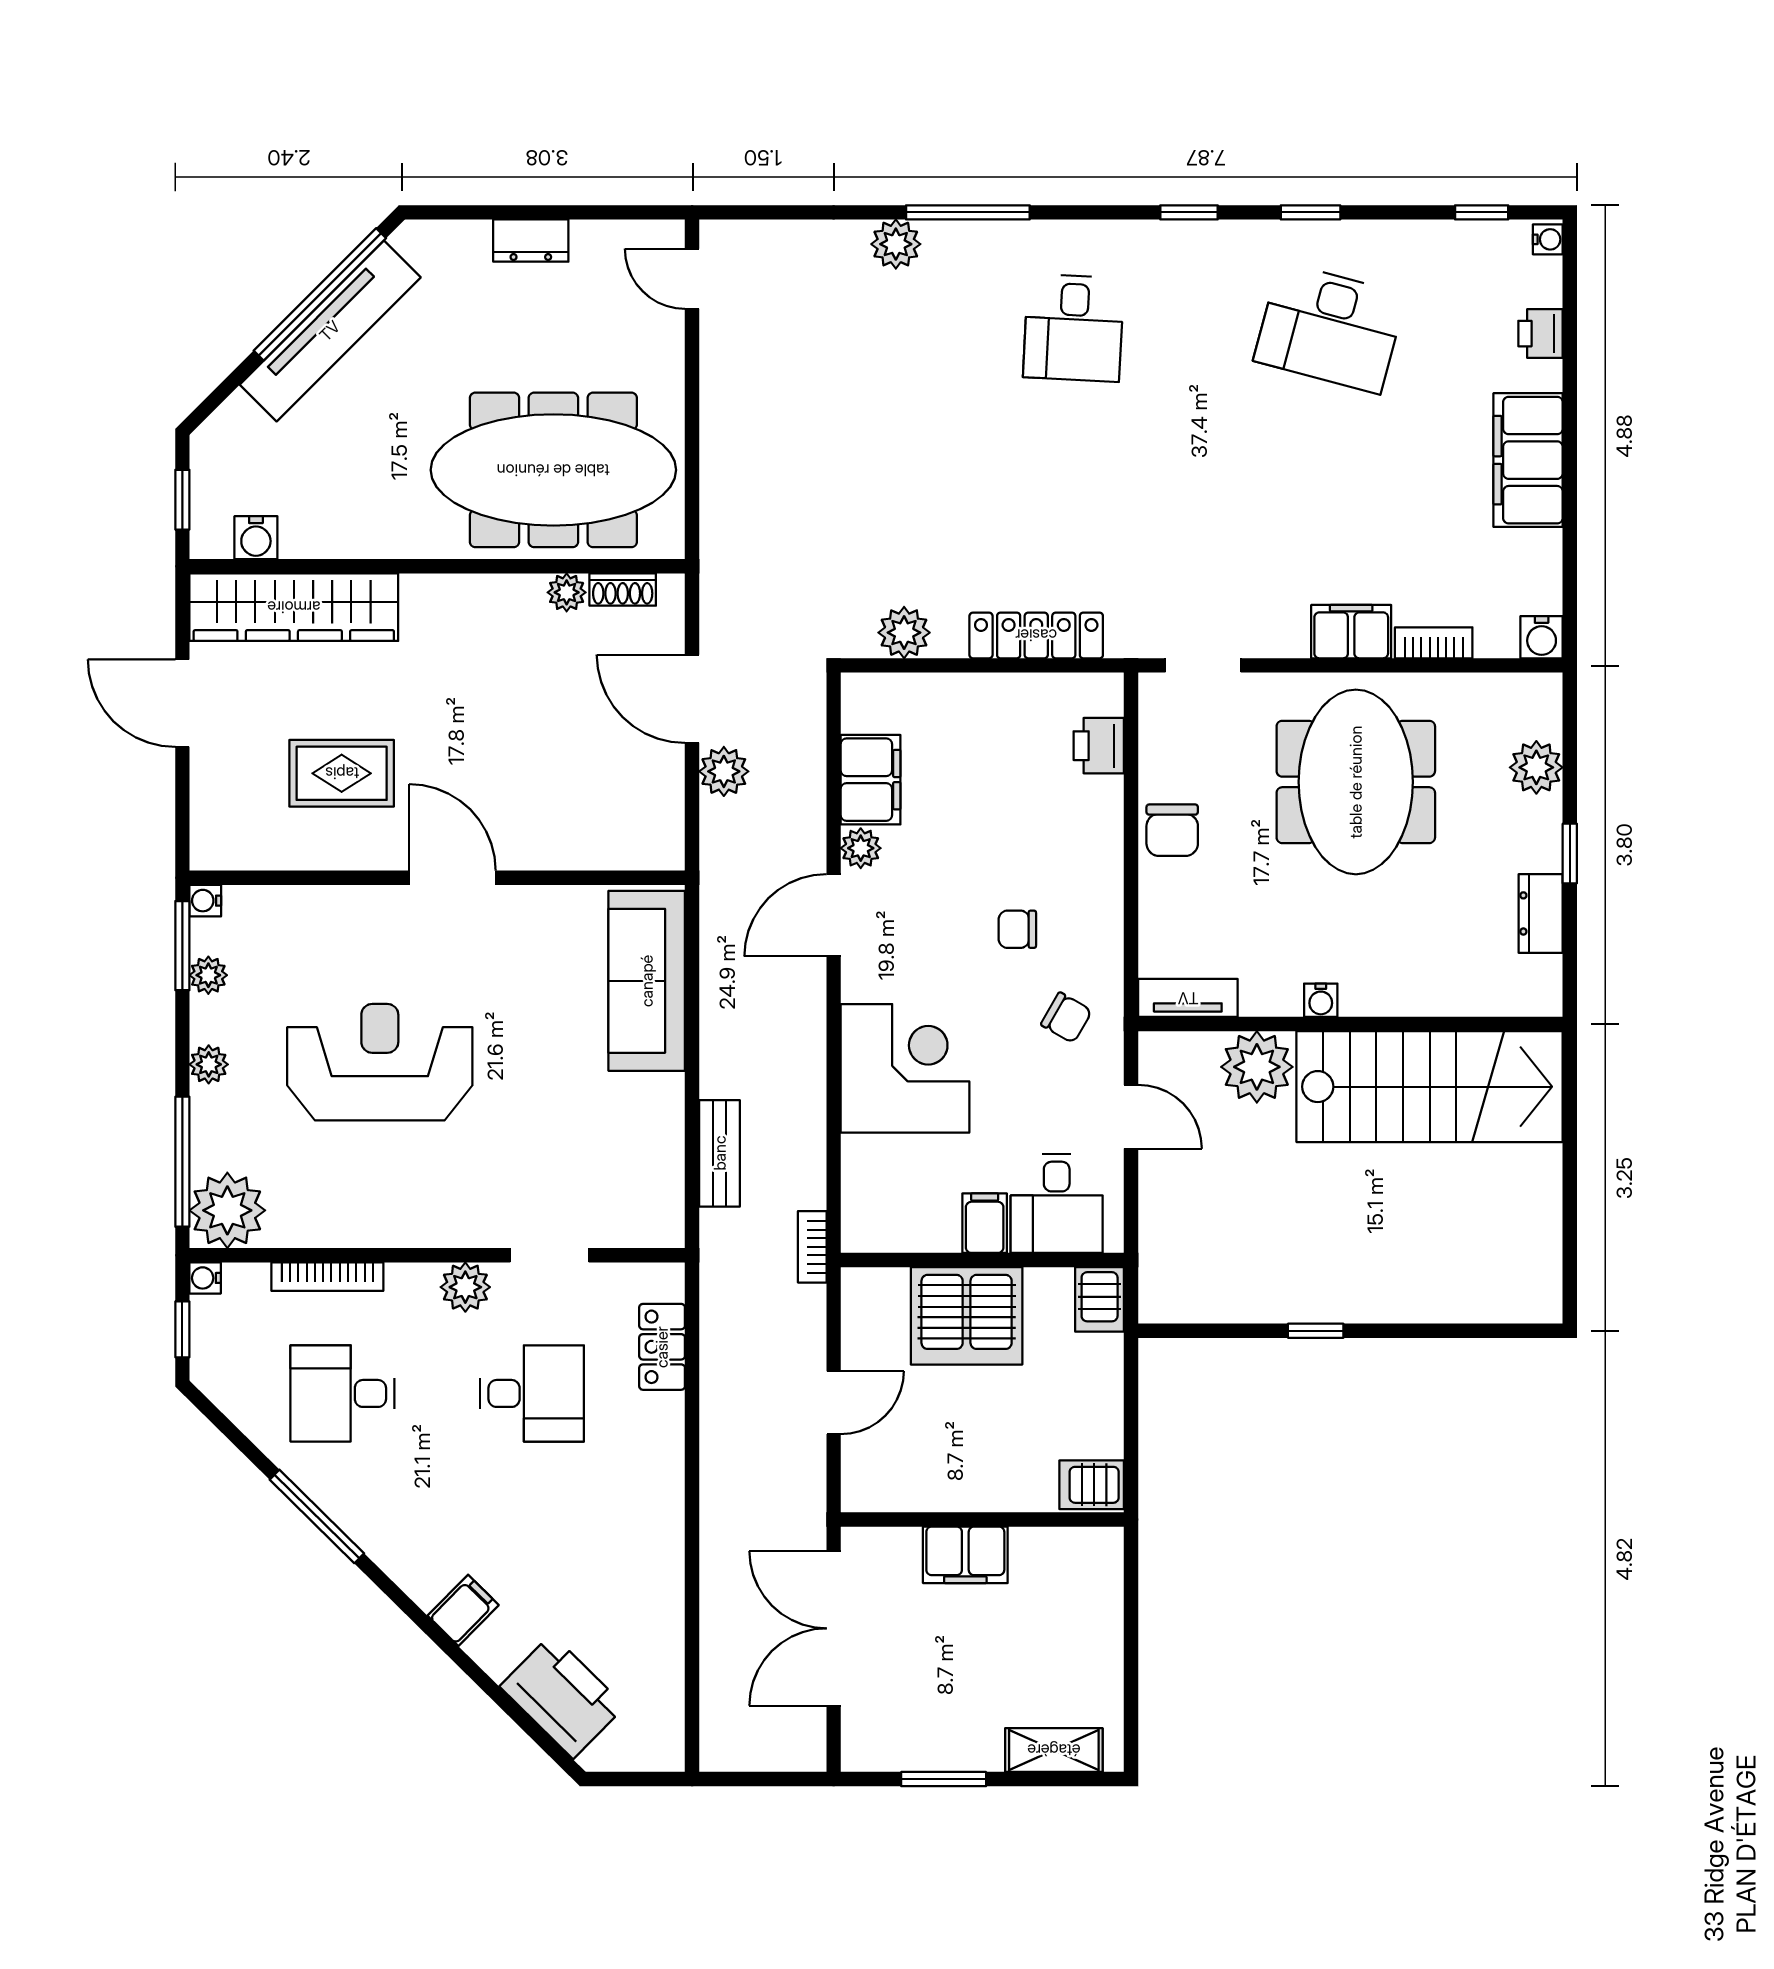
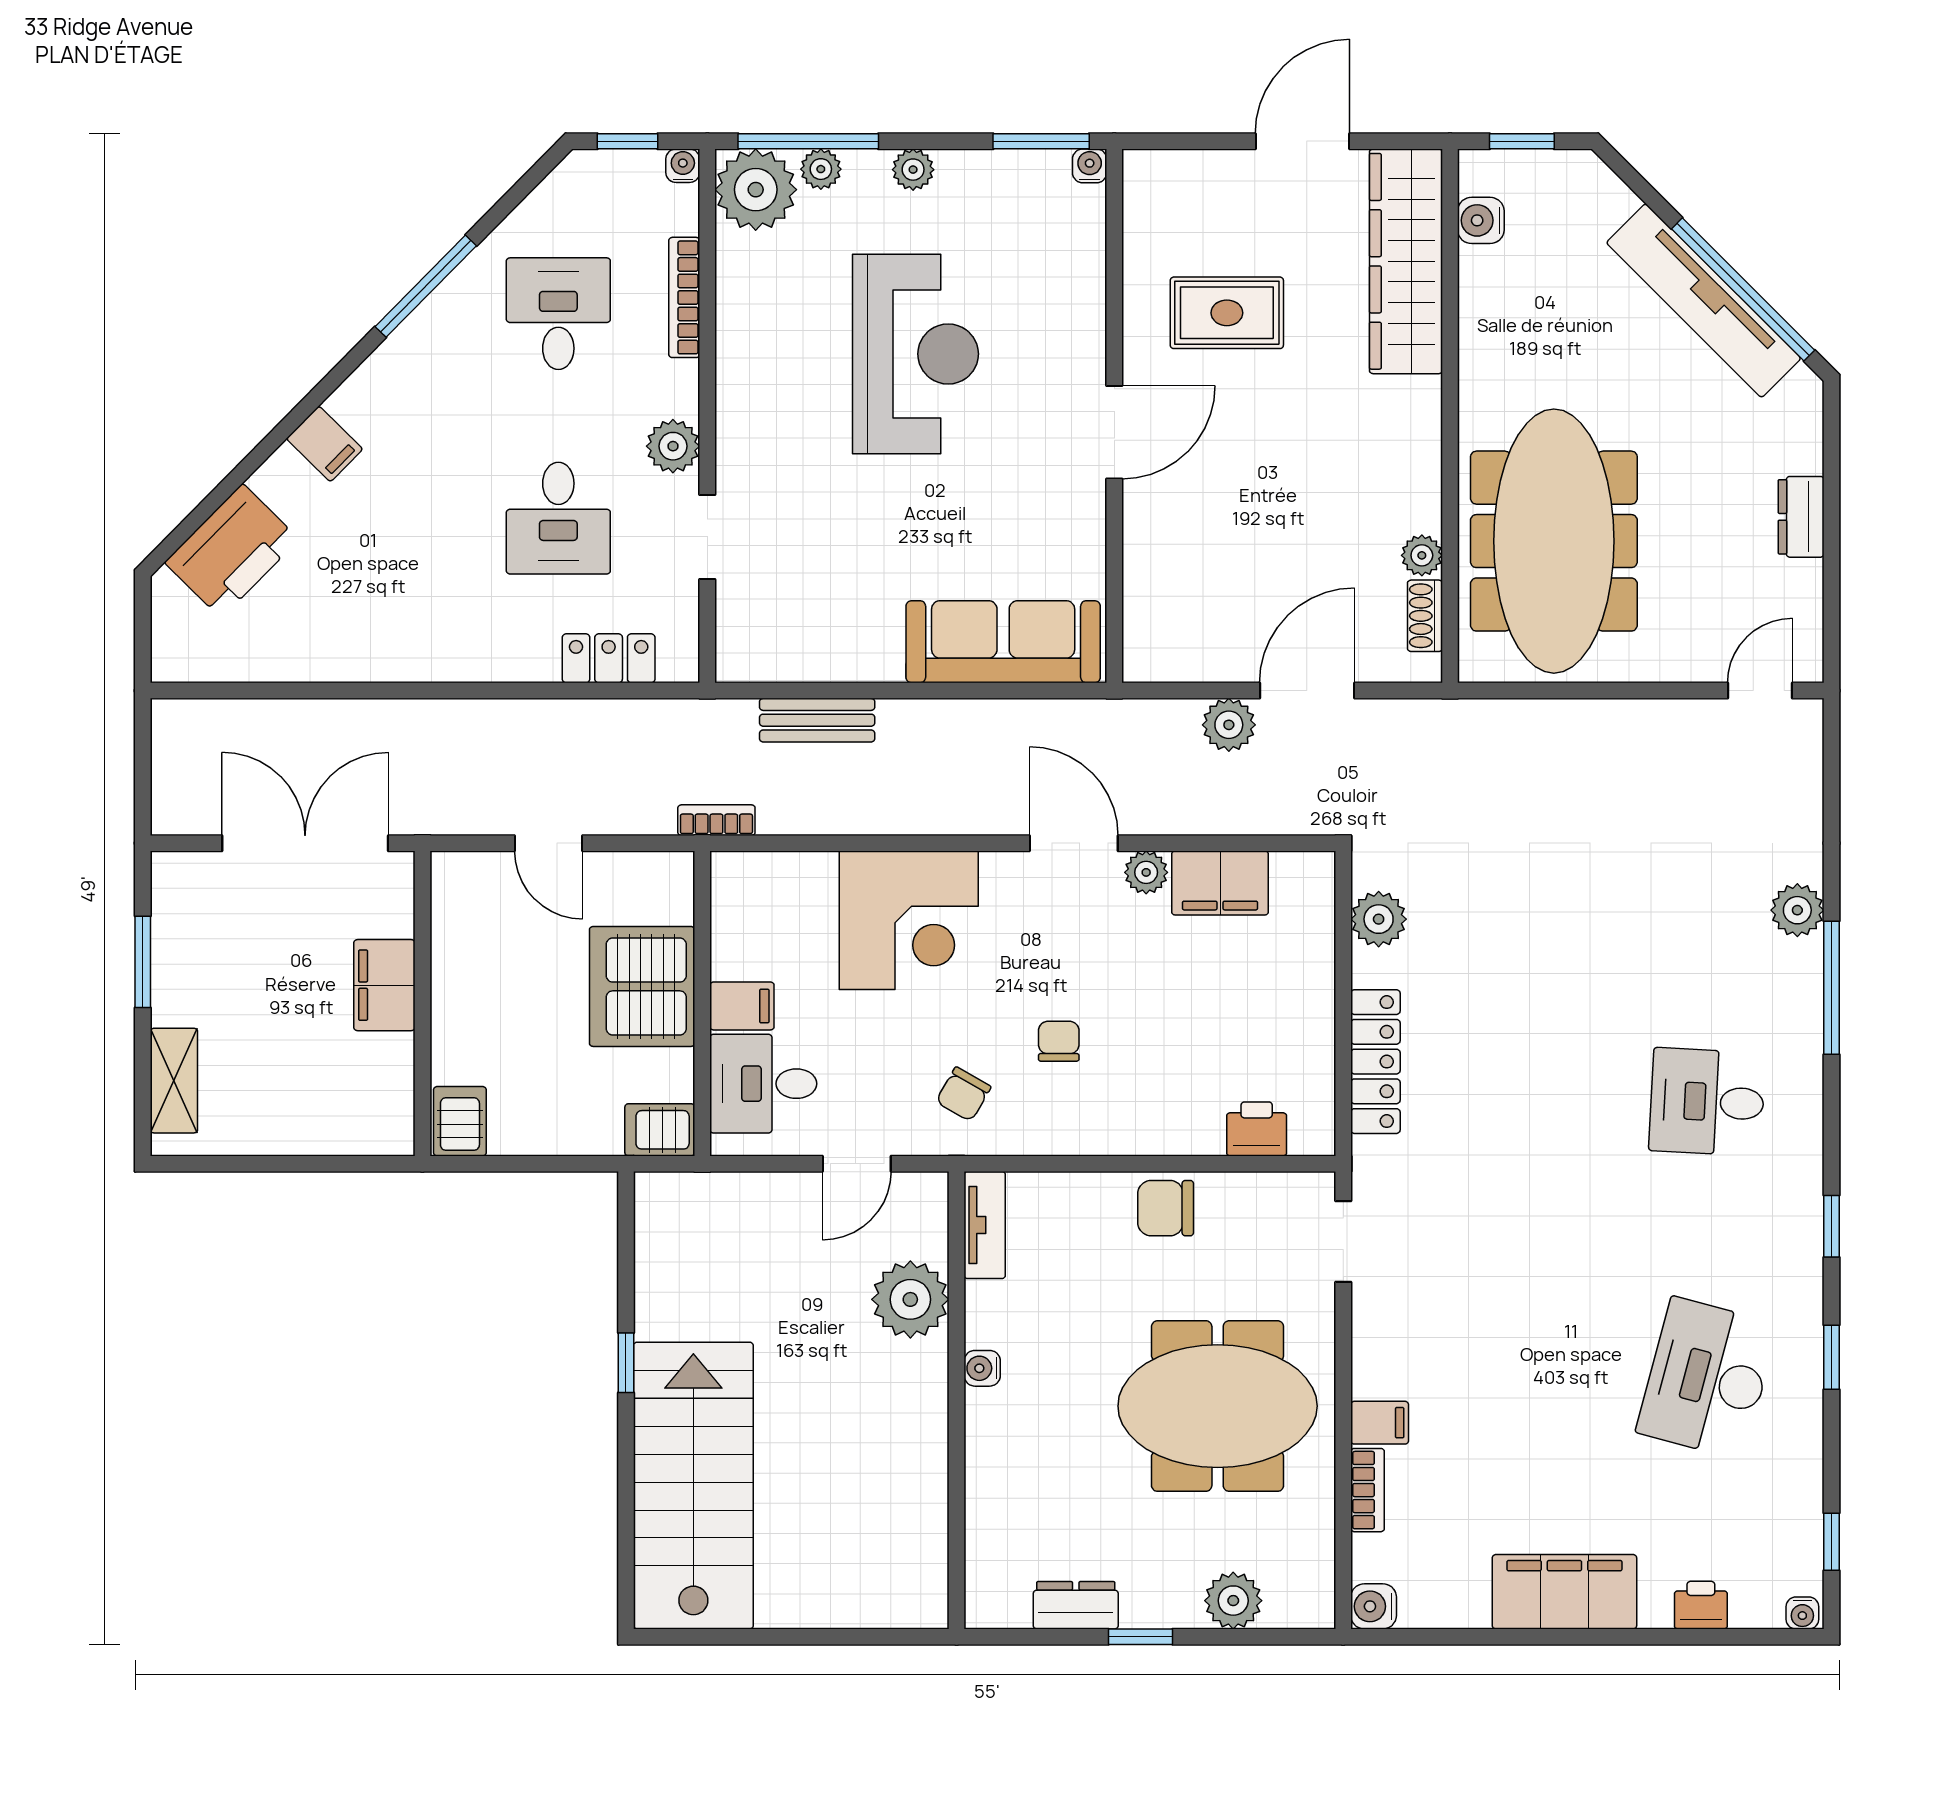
filing cabinet: (1351, 632) -> (1380, 1423), width x0.50
rug: (342, 773) -> (1227, 313), turned 90
plant: (208, 975) -> (821, 169), moved
stairs: (1430, 1087) -> (693, 1486), moved, turned 180

